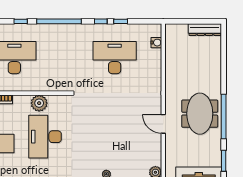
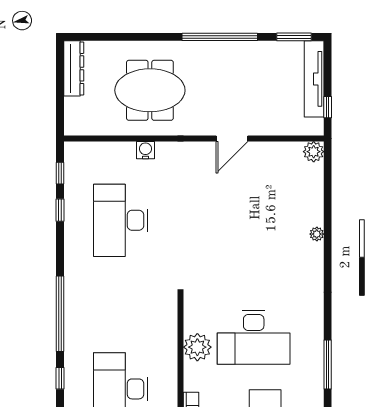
window: (101, 21) -> (60, 173), moved
water cooler: (156, 43) -> (145, 150), moved
meeting table: (200, 114) -> (150, 90), moved

